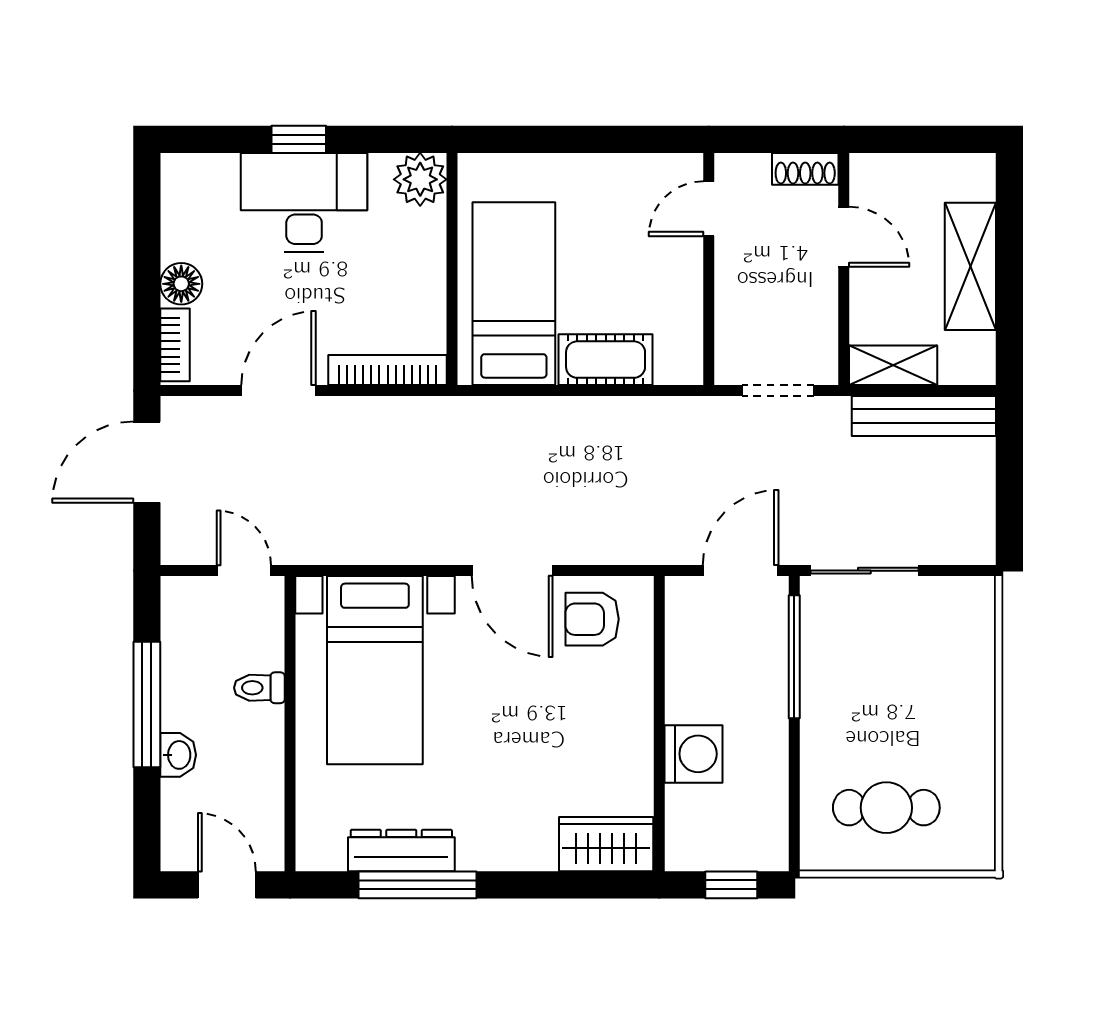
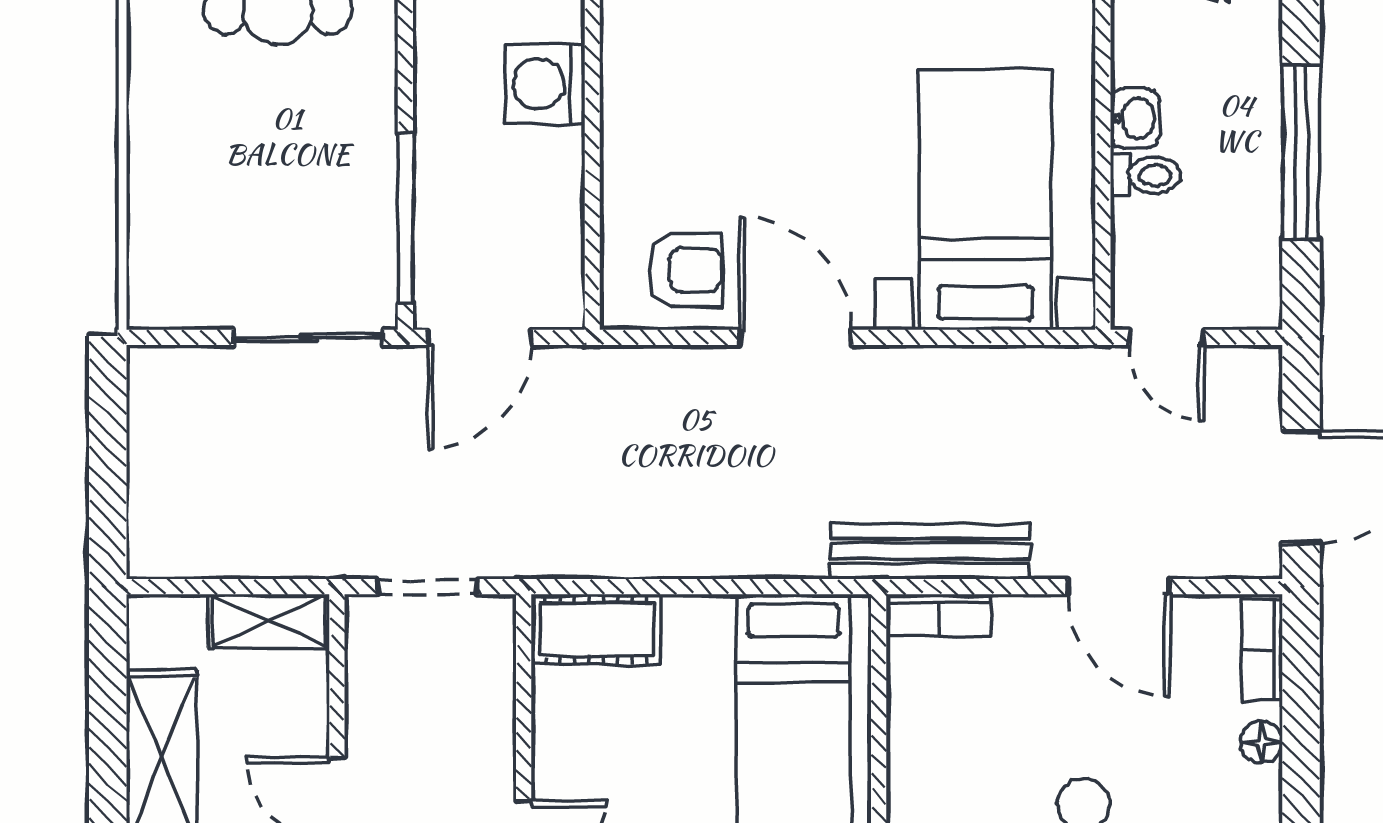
floor lamp: (181, 284) -> (1261, 742), width x0.73, depth x0.73
cot: (606, 360) -> (596, 629), moved
bookcase: (388, 370) -> (939, 615), width x0.64
door: (278, 390) -> (1119, 587), hinge flipped
bench: (924, 416) -> (930, 551), moved
washbasin: (178, 755) -> (1135, 118), moved, turned 180

